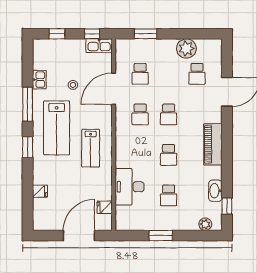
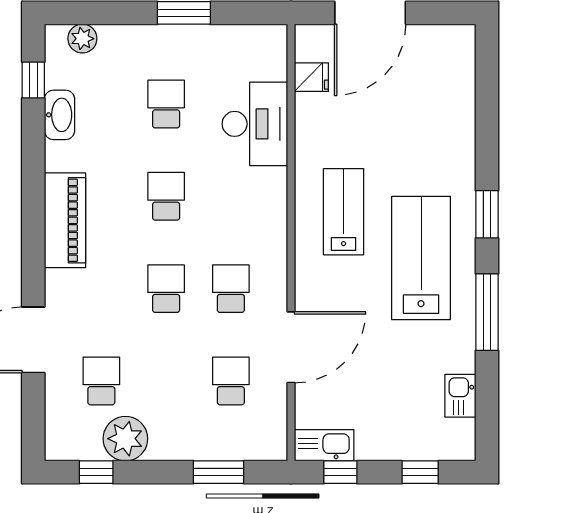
window: (199, 34) -> (96, 472), added
kitchen sink: (39, 80) -> (460, 396), moved
stool: (73, 85) -> (384, 356), removed
fridge: (40, 191) -> (459, 114), removed

